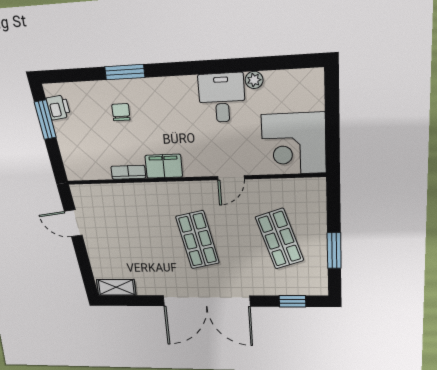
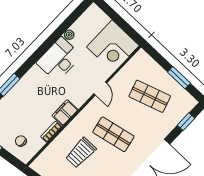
desk: (222, 98) -> (59, 59), width x1.37
chair: (121, 112) -> (21, 141), moved
trolley: (142, 225) -> (81, 153), added

